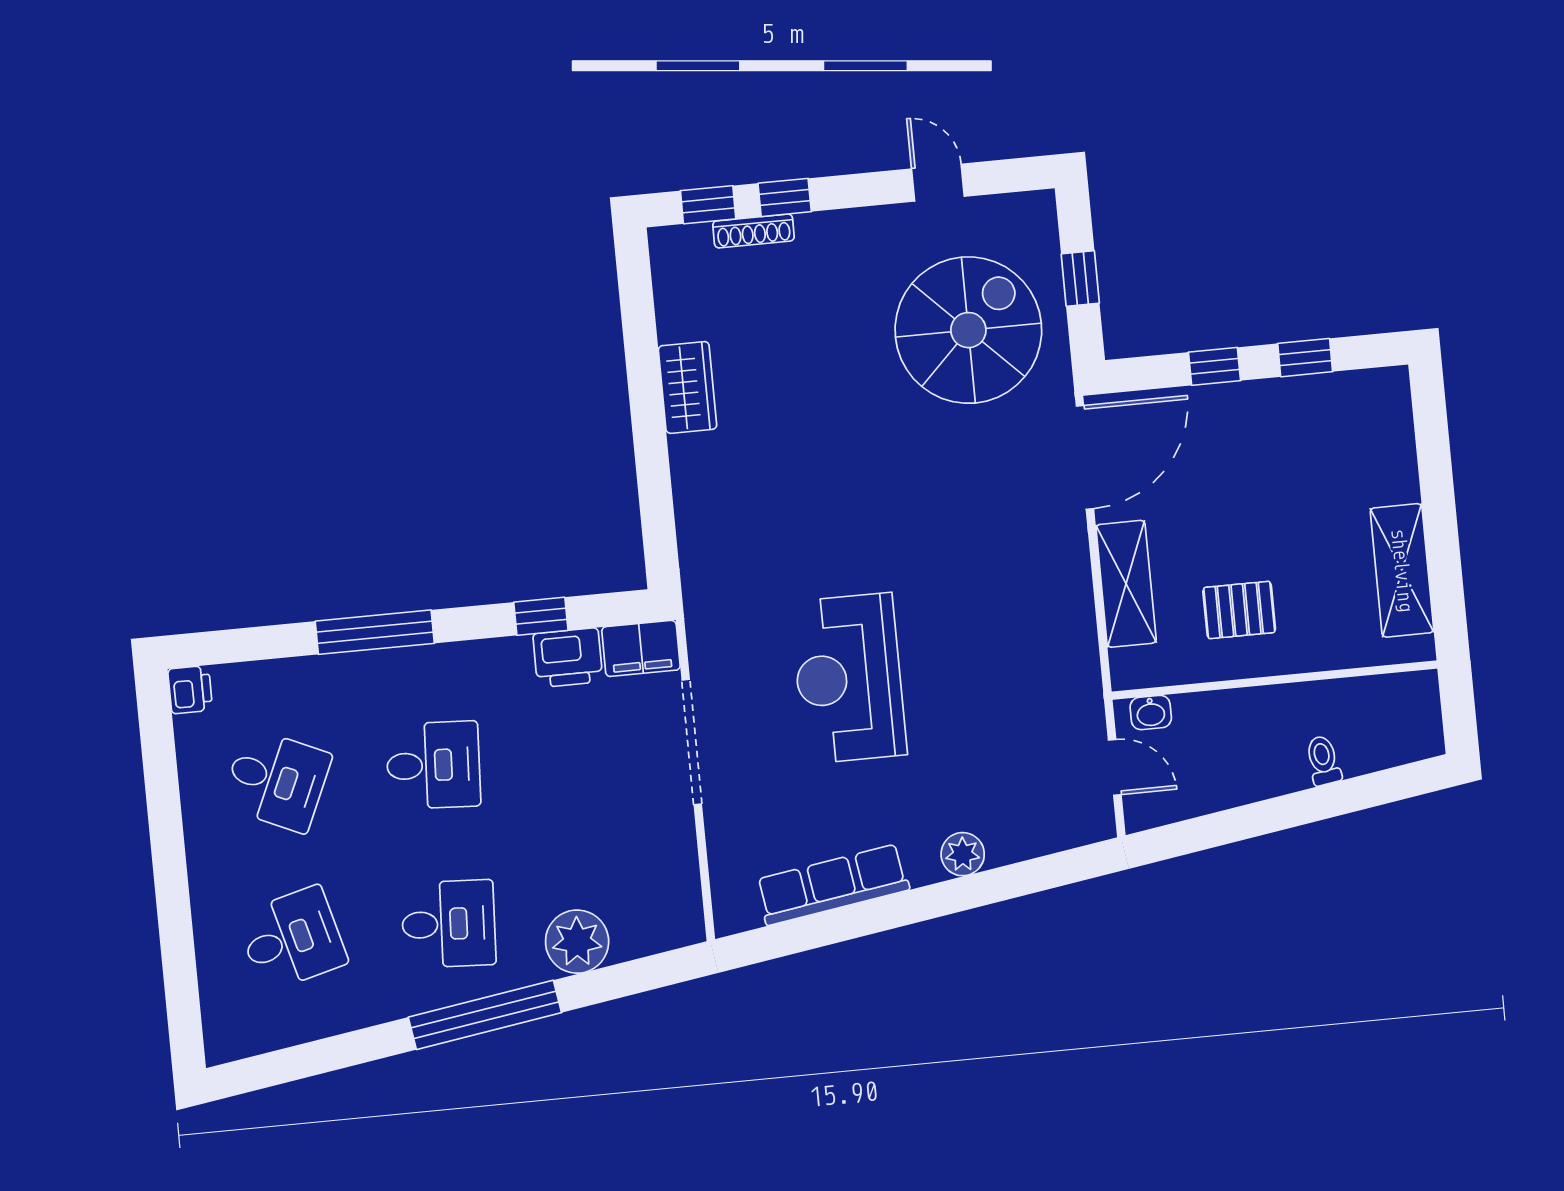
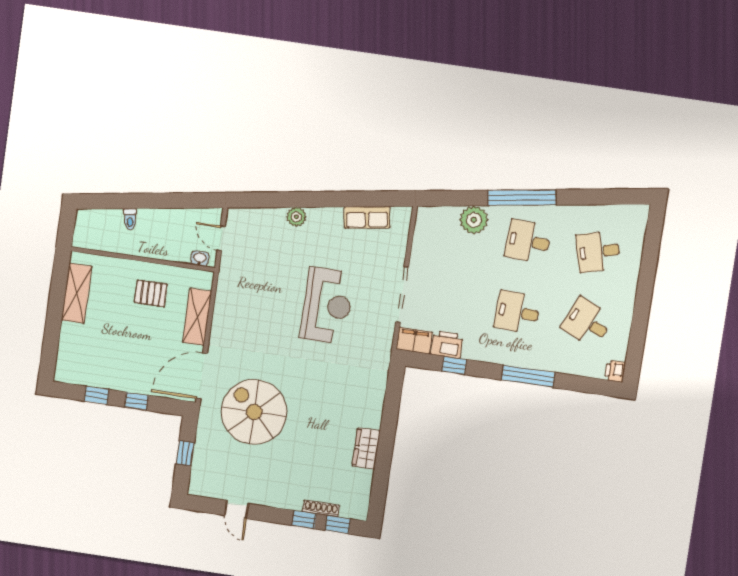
spiral stairs: (968, 330) -> (254, 412), moved, turned 90
row of seats: (833, 885) -> (367, 217), width x0.68

